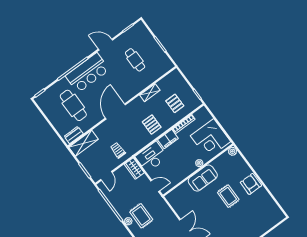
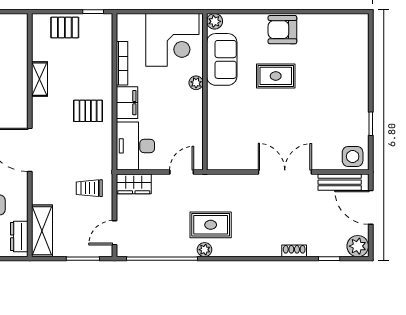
pallet: (175, 103) -> (65, 28), moved
door: (106, 176) -> (115, 233), swing flipped
sofa: (203, 178) -> (222, 59), moved

